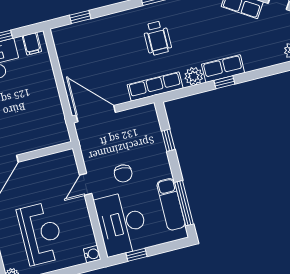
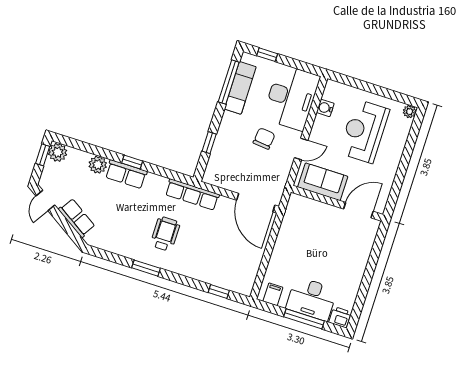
plant: (194, 76) -> (98, 165), moved
sofa: (49, 168) -> (323, 182), added
water cooler: (92, 254) -> (325, 108), moved
window: (136, 255) -> (267, 55), moved

